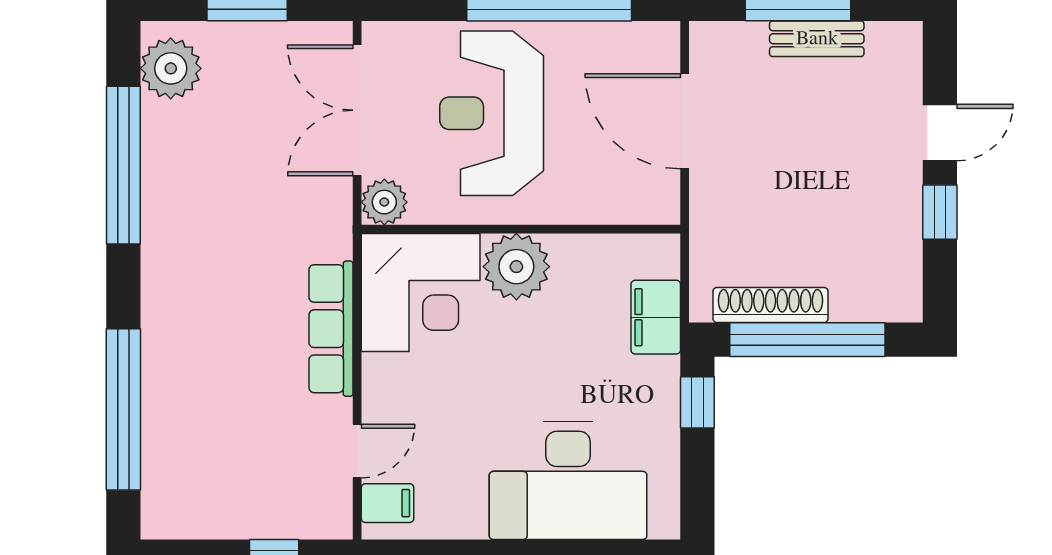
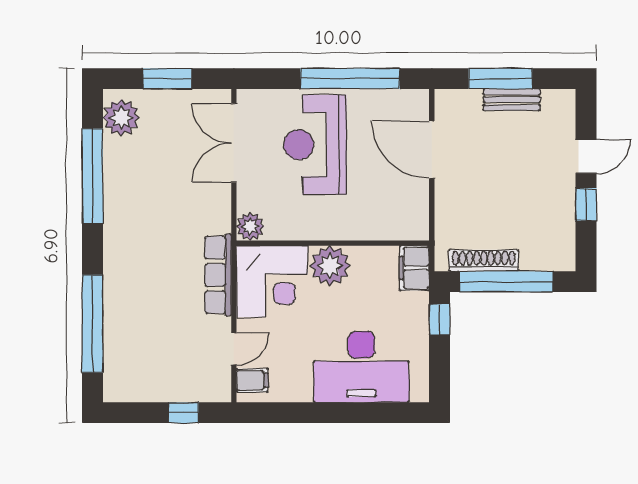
plant: (384, 202) -> (250, 227), moved
wall: (521, 229) -> (333, 243), moved
plant: (516, 267) -> (330, 266), moved
corner desk: (421, 293) -> (272, 281), moved

